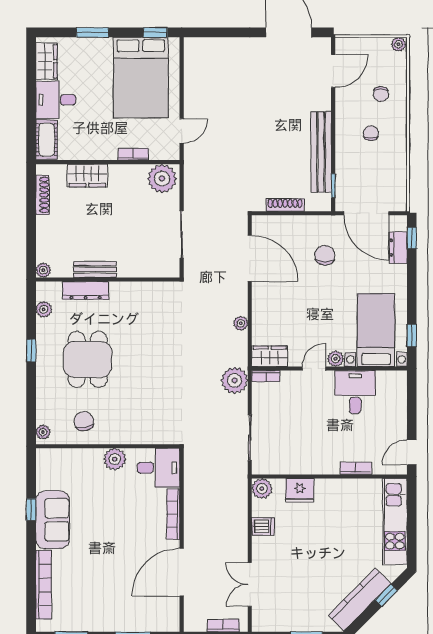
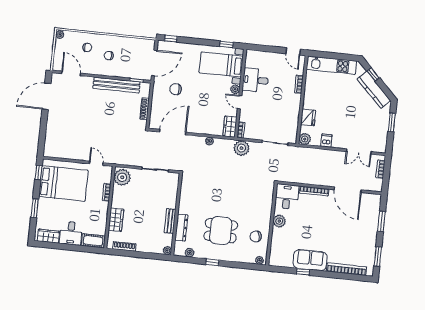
dresser: (398, 248) -> (176, 47), removed

